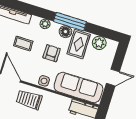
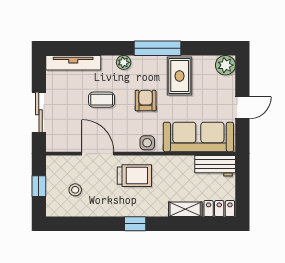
floor lamp: (65, 32) -> (156, 64), removed
plant: (99, 43) -> (225, 65), moved
trolley: (29, 100) -> (134, 176), turned 180

